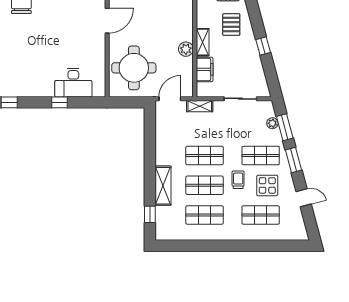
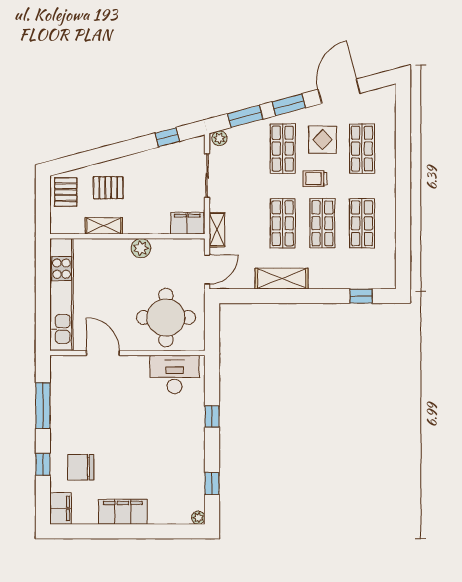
shelving: (203, 42) -> (104, 226), moved
window: (263, 46) -> (167, 137), moved
filing cabinet: (205, 69) -> (187, 223), moved
desk: (73, 83) -> (174, 374), moved, turned -90
door: (170, 99) -> (207, 269), swing flipped
plant: (272, 123) -> (219, 138), moved
shelving: (163, 186) -> (282, 279), moved
door: (304, 198) -> (339, 91), width x1.88

